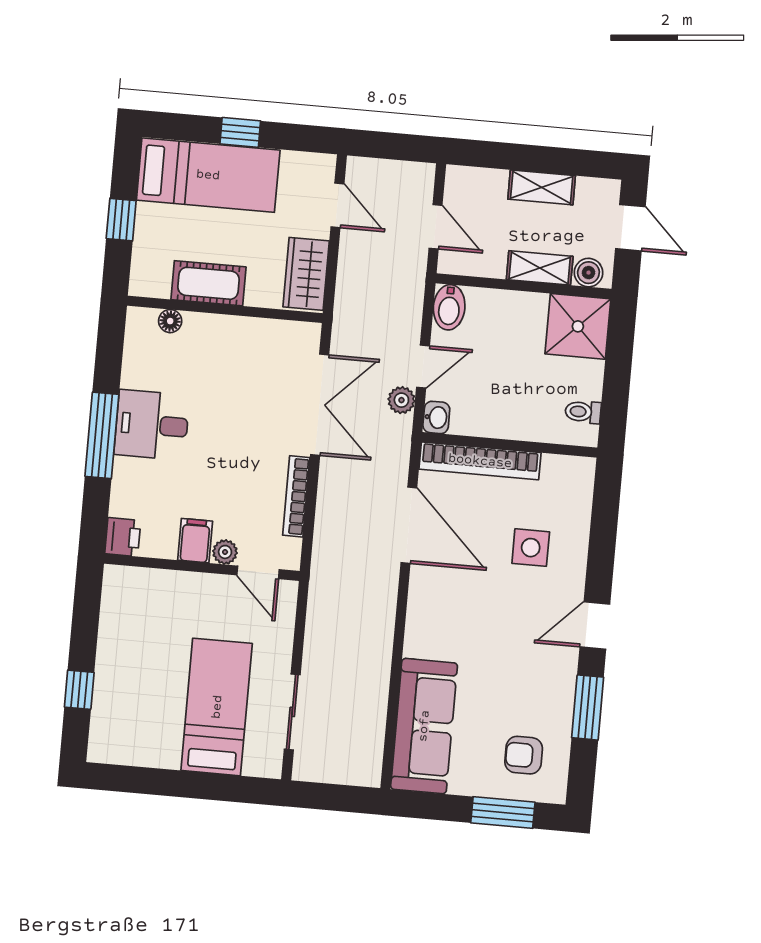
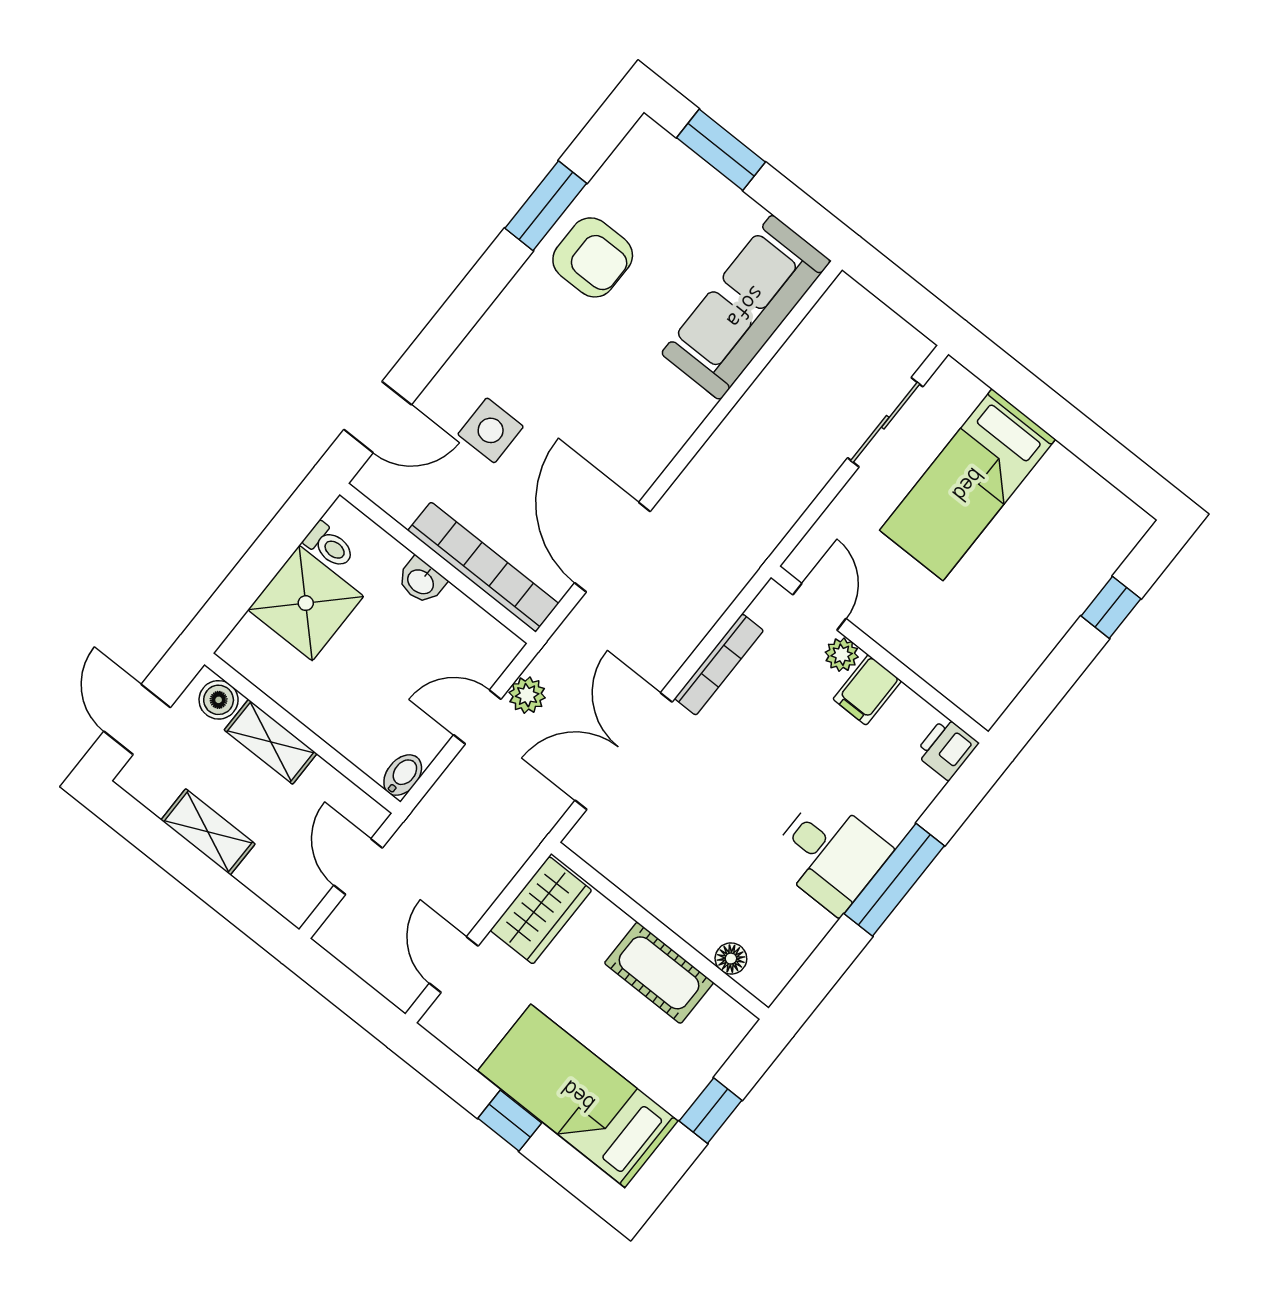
bidet: (449, 307) -> (403, 775), width x0.72, depth x0.74
shower: (578, 326) -> (306, 603), moved
washbasin: (436, 417) -> (421, 581), moved, turned -90
door: (595, 626) -> (378, 417), moved
armchair: (524, 755) -> (593, 257), moved, width x1.38, depth x1.38

